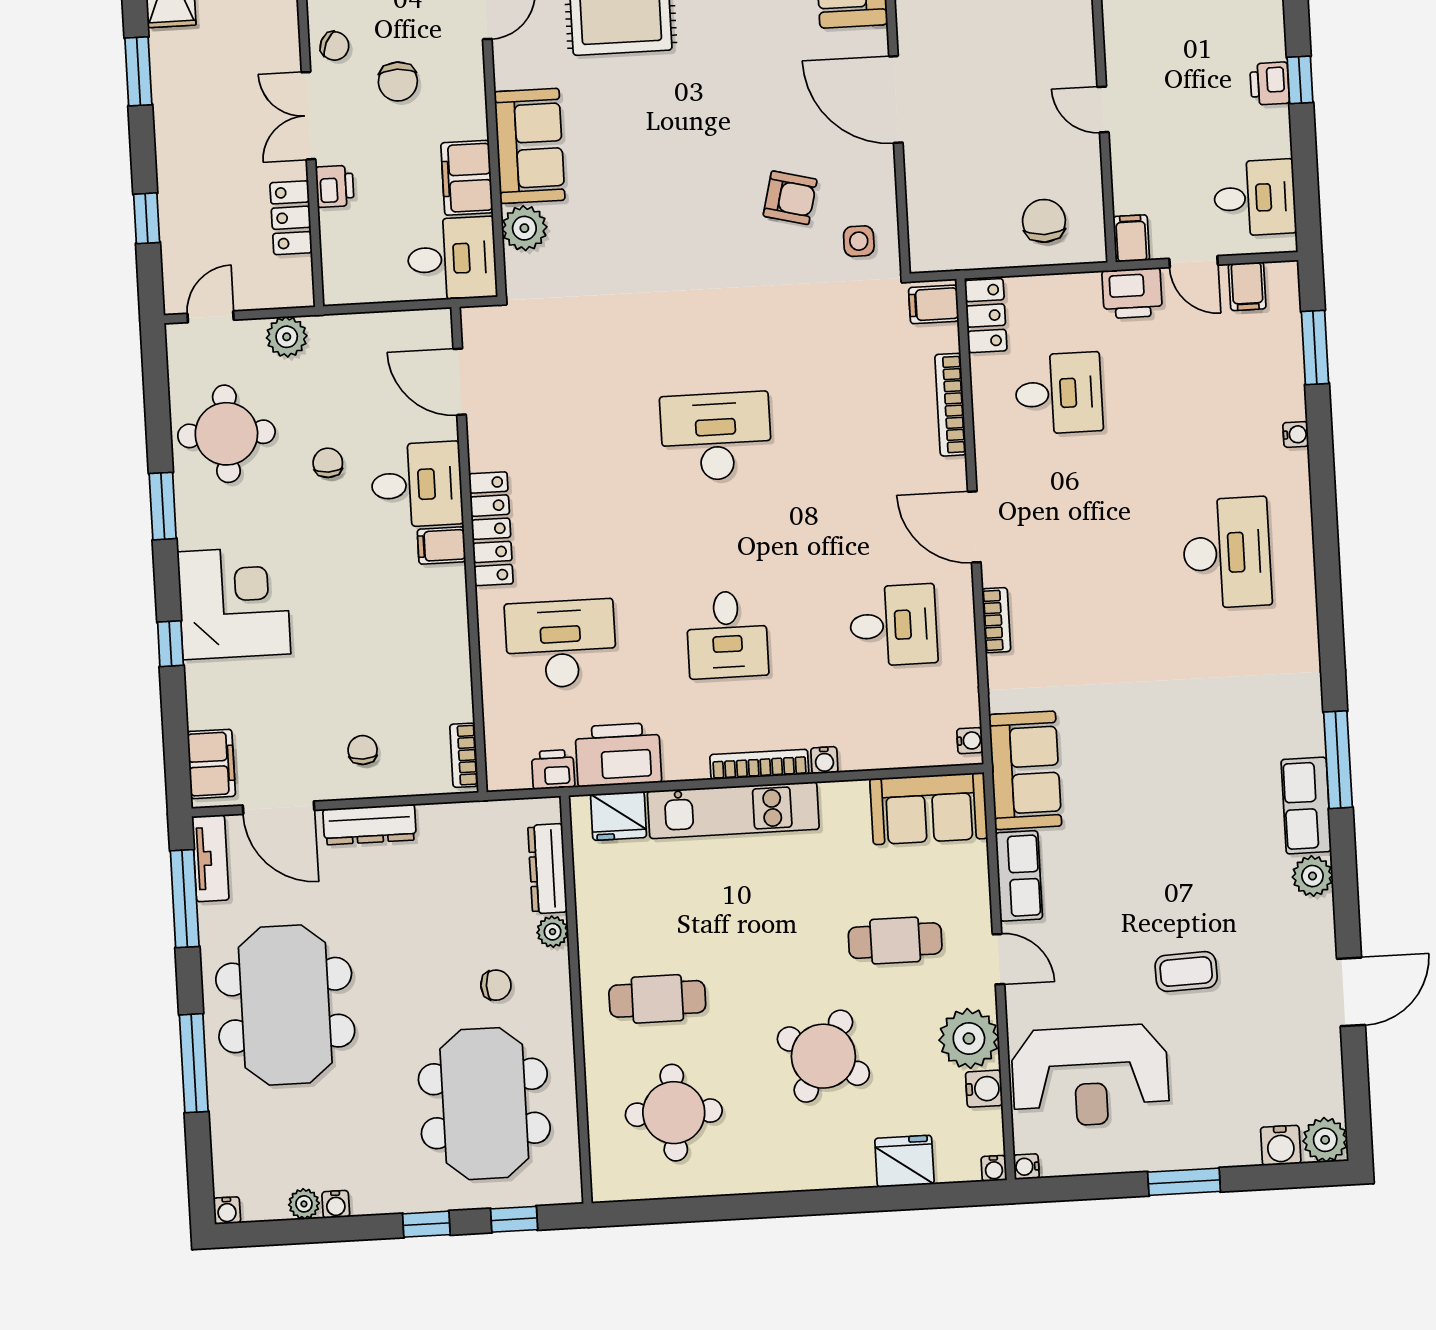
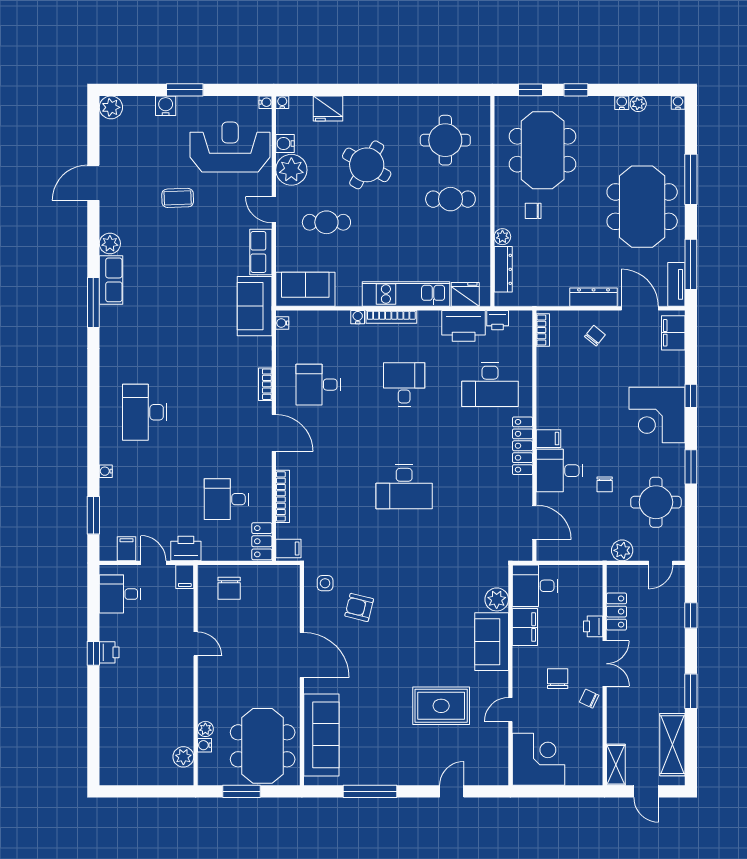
chair: (363, 750) -> (595, 336), turned -141
water cooler: (1281, 1145) -> (166, 106), moved

